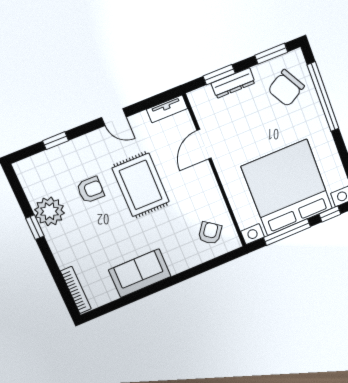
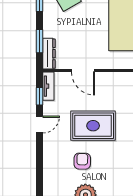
dresser: (233, 83) -> (49, 54), moved
window: (56, 141) -> (40, 96), moved

